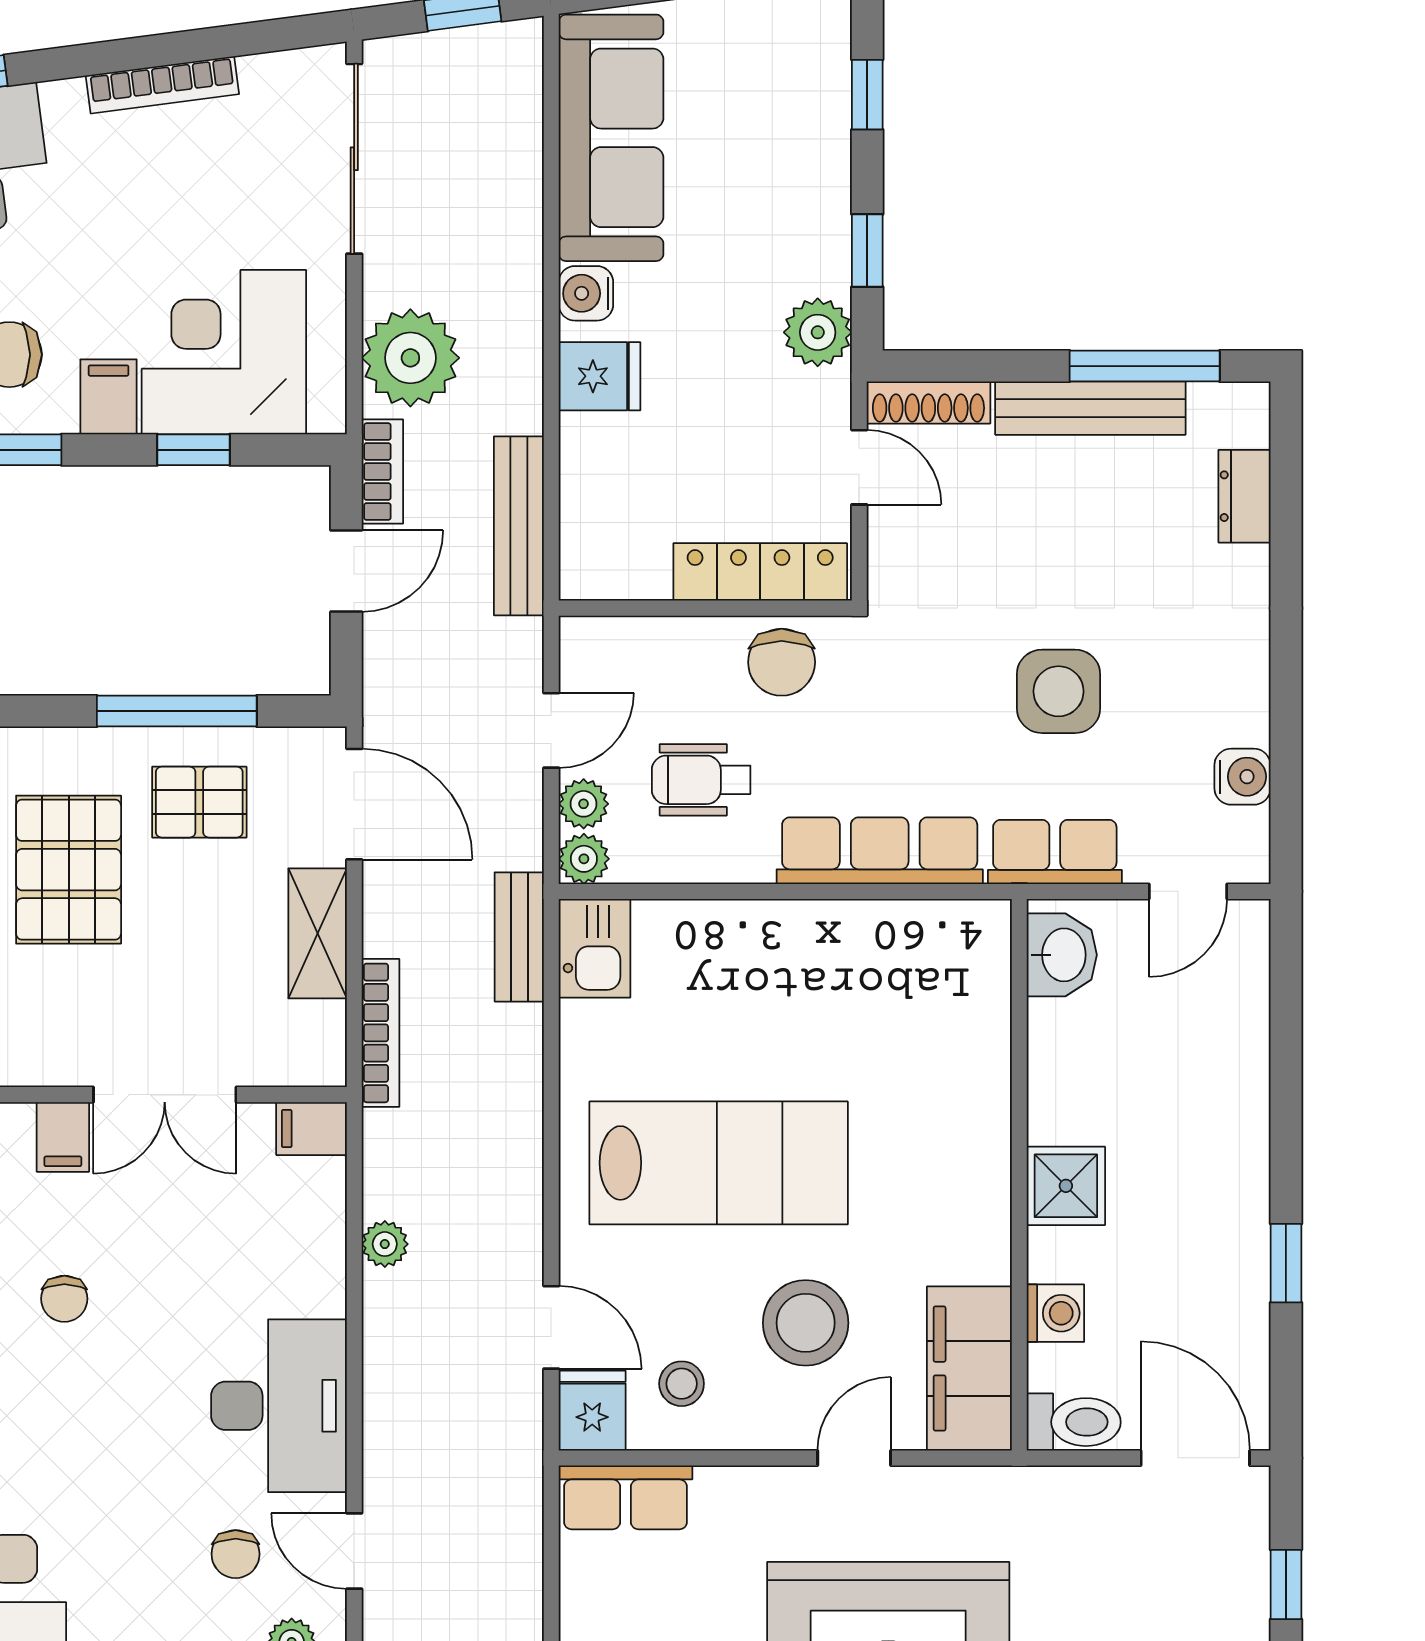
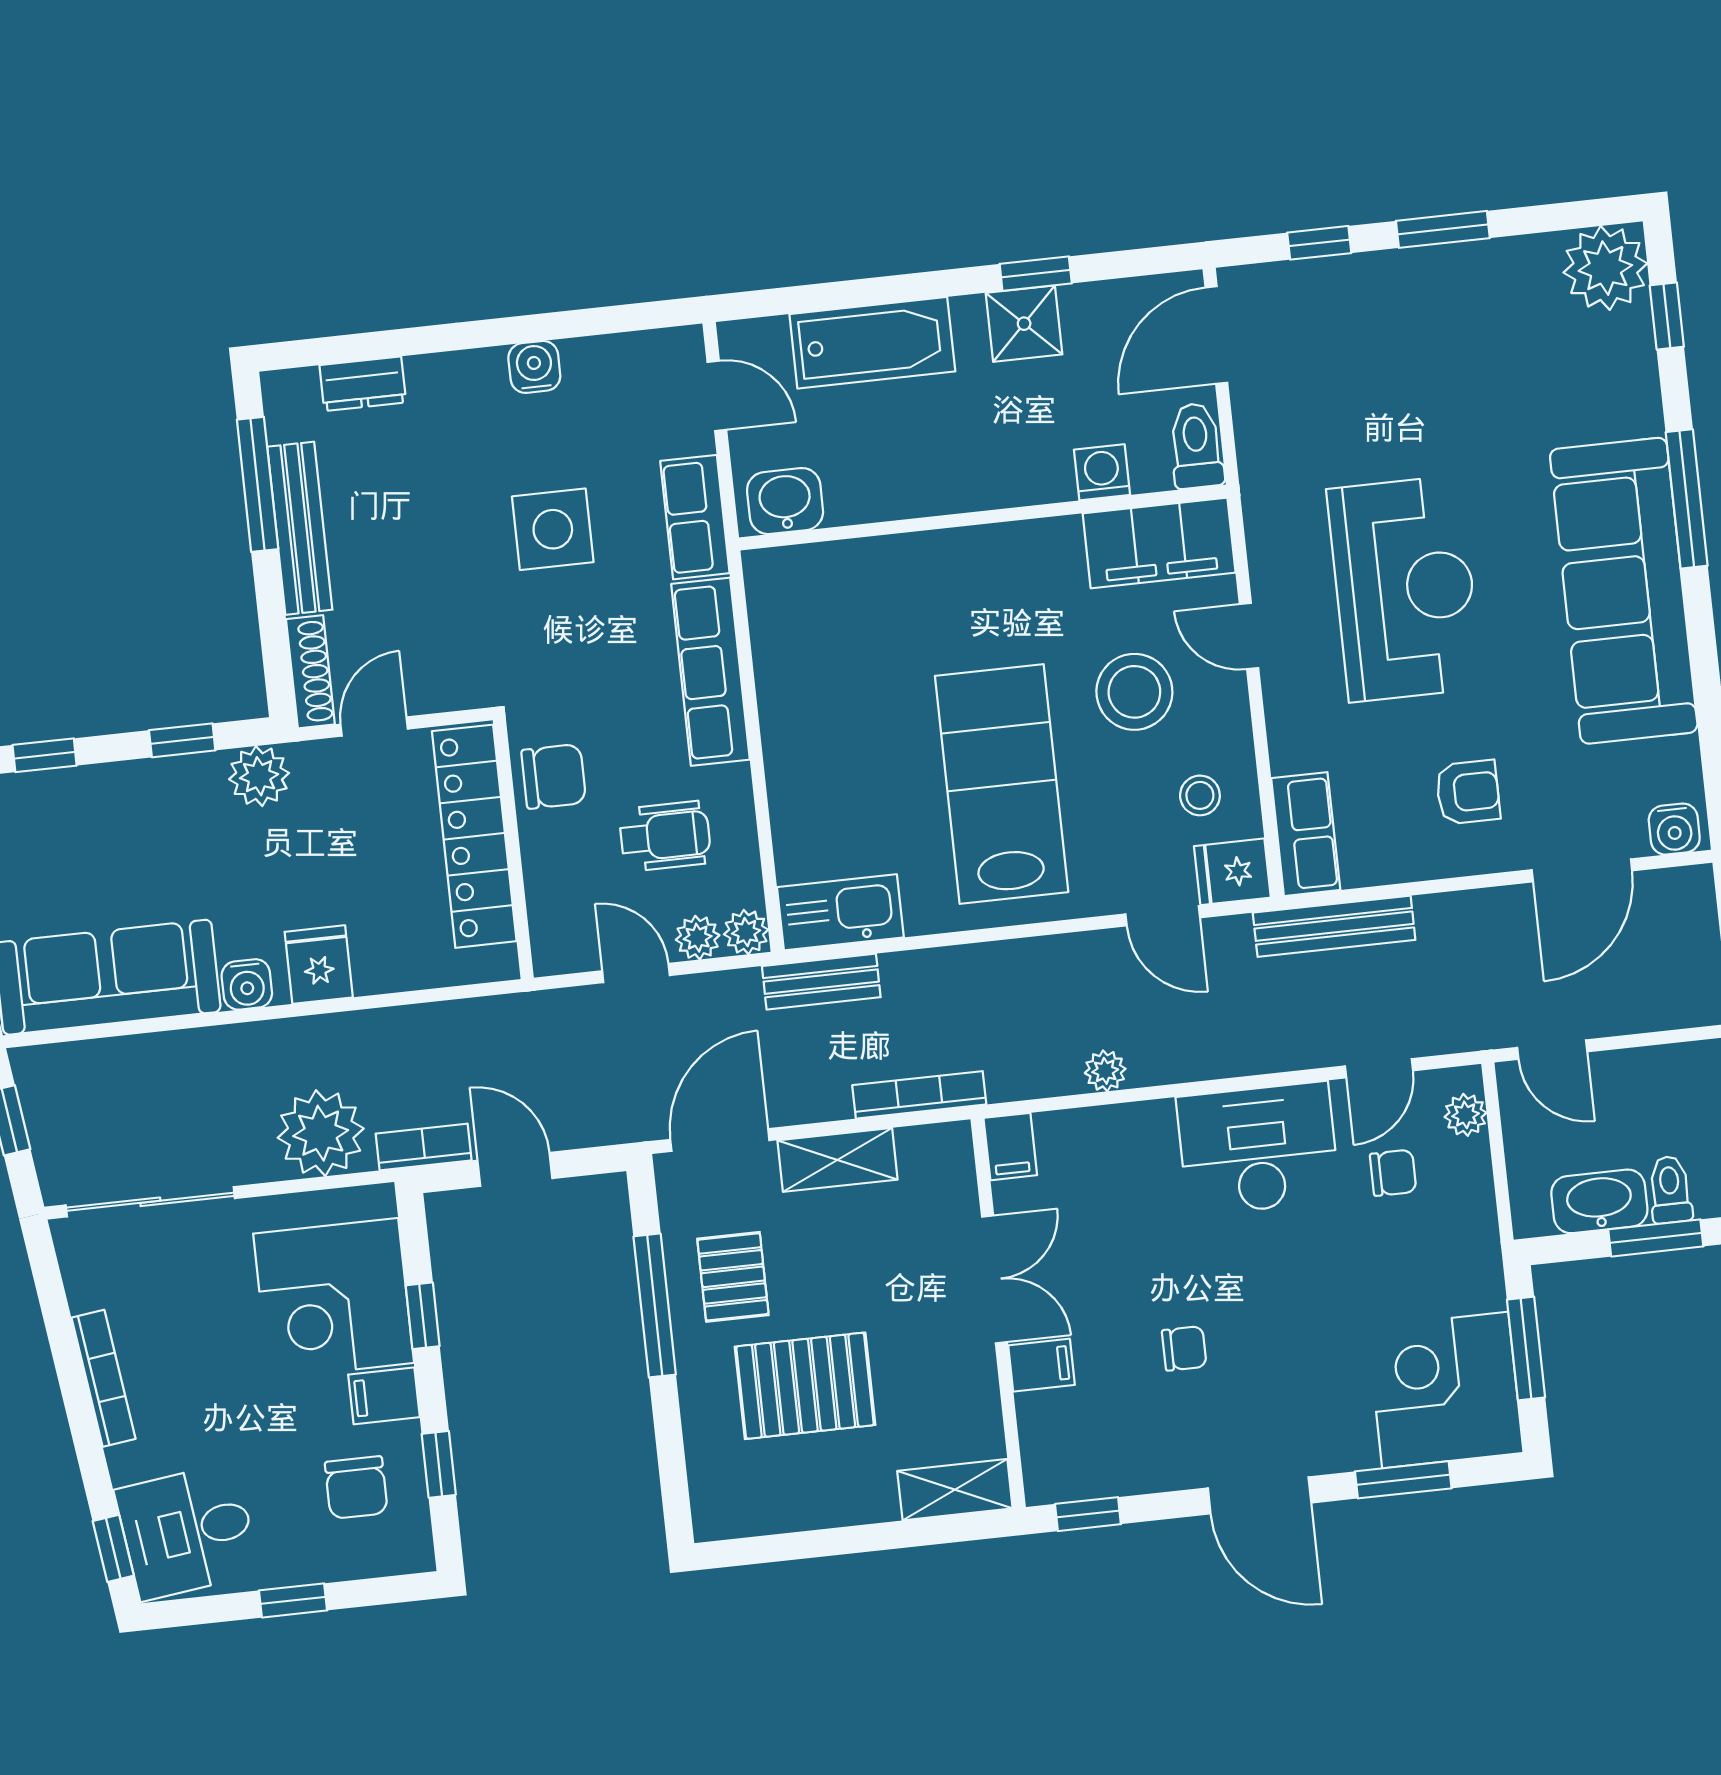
bench: (519, 526) -> (1334, 926), moved
locker: (760, 572) -> (474, 836), width x1.41, depth x1.21
water cooler: (1242, 777) -> (534, 367), moved
wheelchair: (701, 780) -> (665, 836), turned -90
kitchen sink: (594, 948) -> (840, 912), width x1.38
bathtub: (1228, 1072) -> (872, 343), added
shower: (1066, 1186) -> (1024, 324), moved
door: (551, 1327) -> (1163, 916), swing flipped

